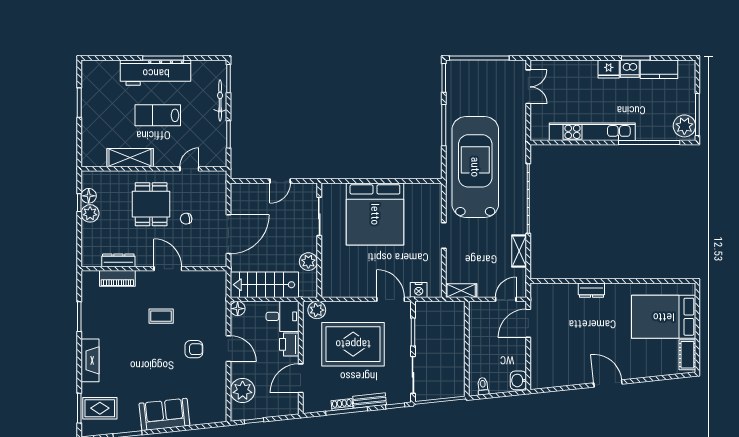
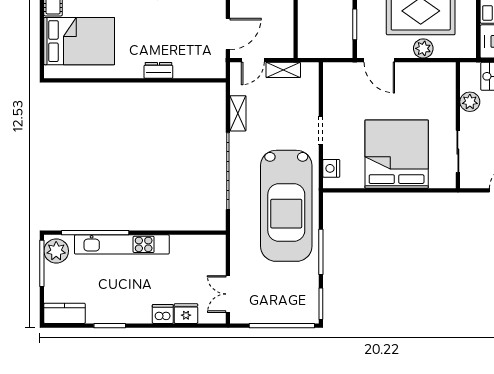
fridge: (609, 69) -> (186, 314), moved
dishwasher: (630, 69) -> (163, 314), moved
kitchen counter: (659, 69) -> (65, 313), moved
kitchen unit: (592, 132) -> (122, 244), moved
nightstand: (419, 290) -> (331, 168), moved, turned -90
shelving: (461, 291) -> (283, 70), moved
plant: (317, 310) -> (423, 48), moved

